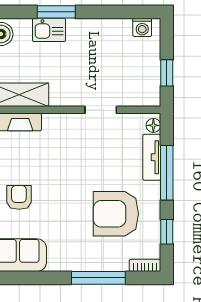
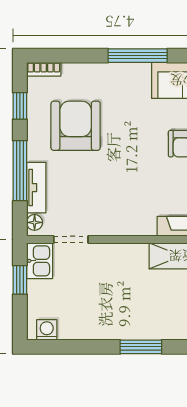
kitchen sink: (49, 30) -> (40, 261), moved, turned 90
doorway: (101, 110) -> (71, 240), moved
armchair: (116, 214) -> (76, 126), turned -90
window: (98, 278) -> (138, 56), moved

